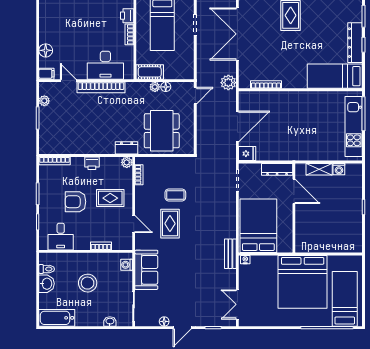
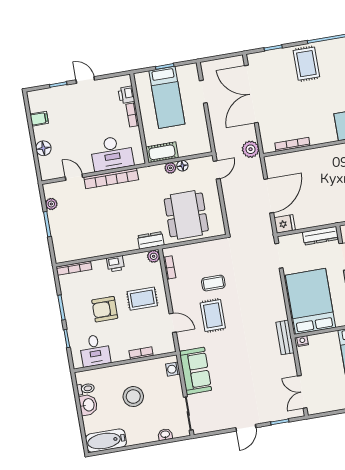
filing cabinet: (46, 74) -> (39, 119), moved
floor lamp: (164, 321) -> (225, 424), removed

